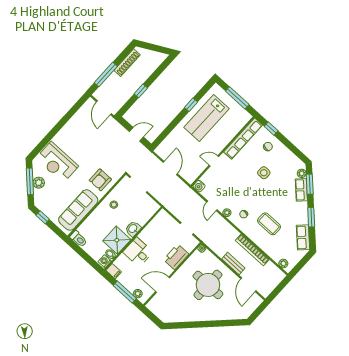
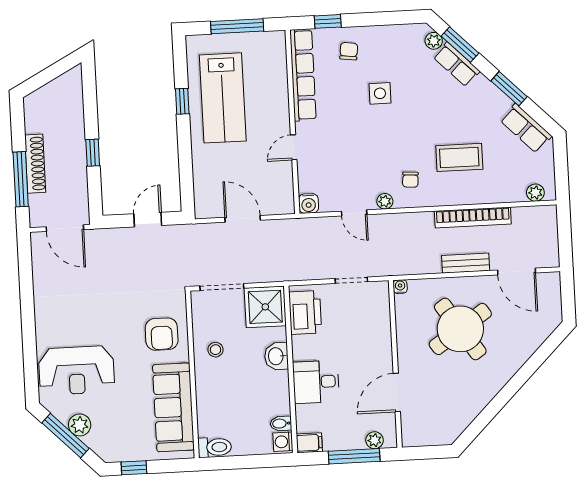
shoe rack: (127, 63) -> (35, 164), moved
shower: (117, 240) -> (265, 307), moved
printer: (176, 257) -> (305, 312), moved, turned 180
round table: (208, 285) -> (460, 329), turned -34

